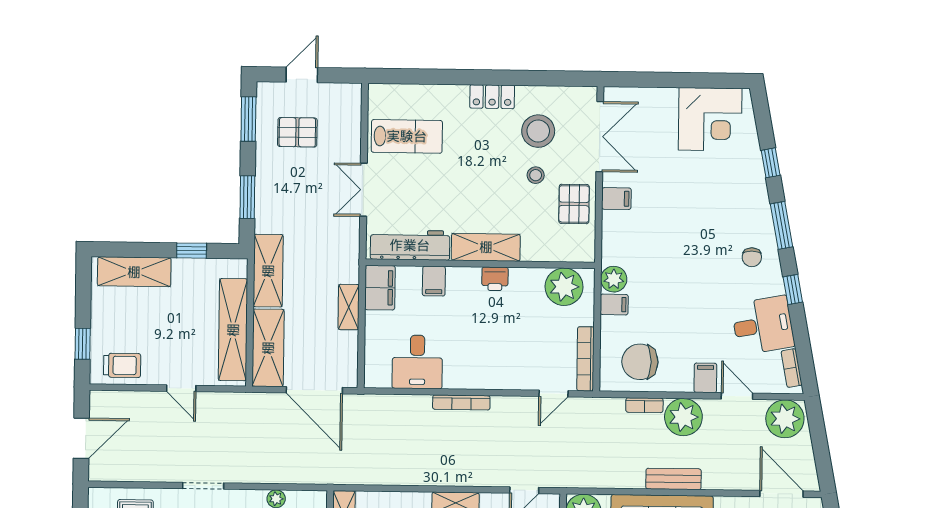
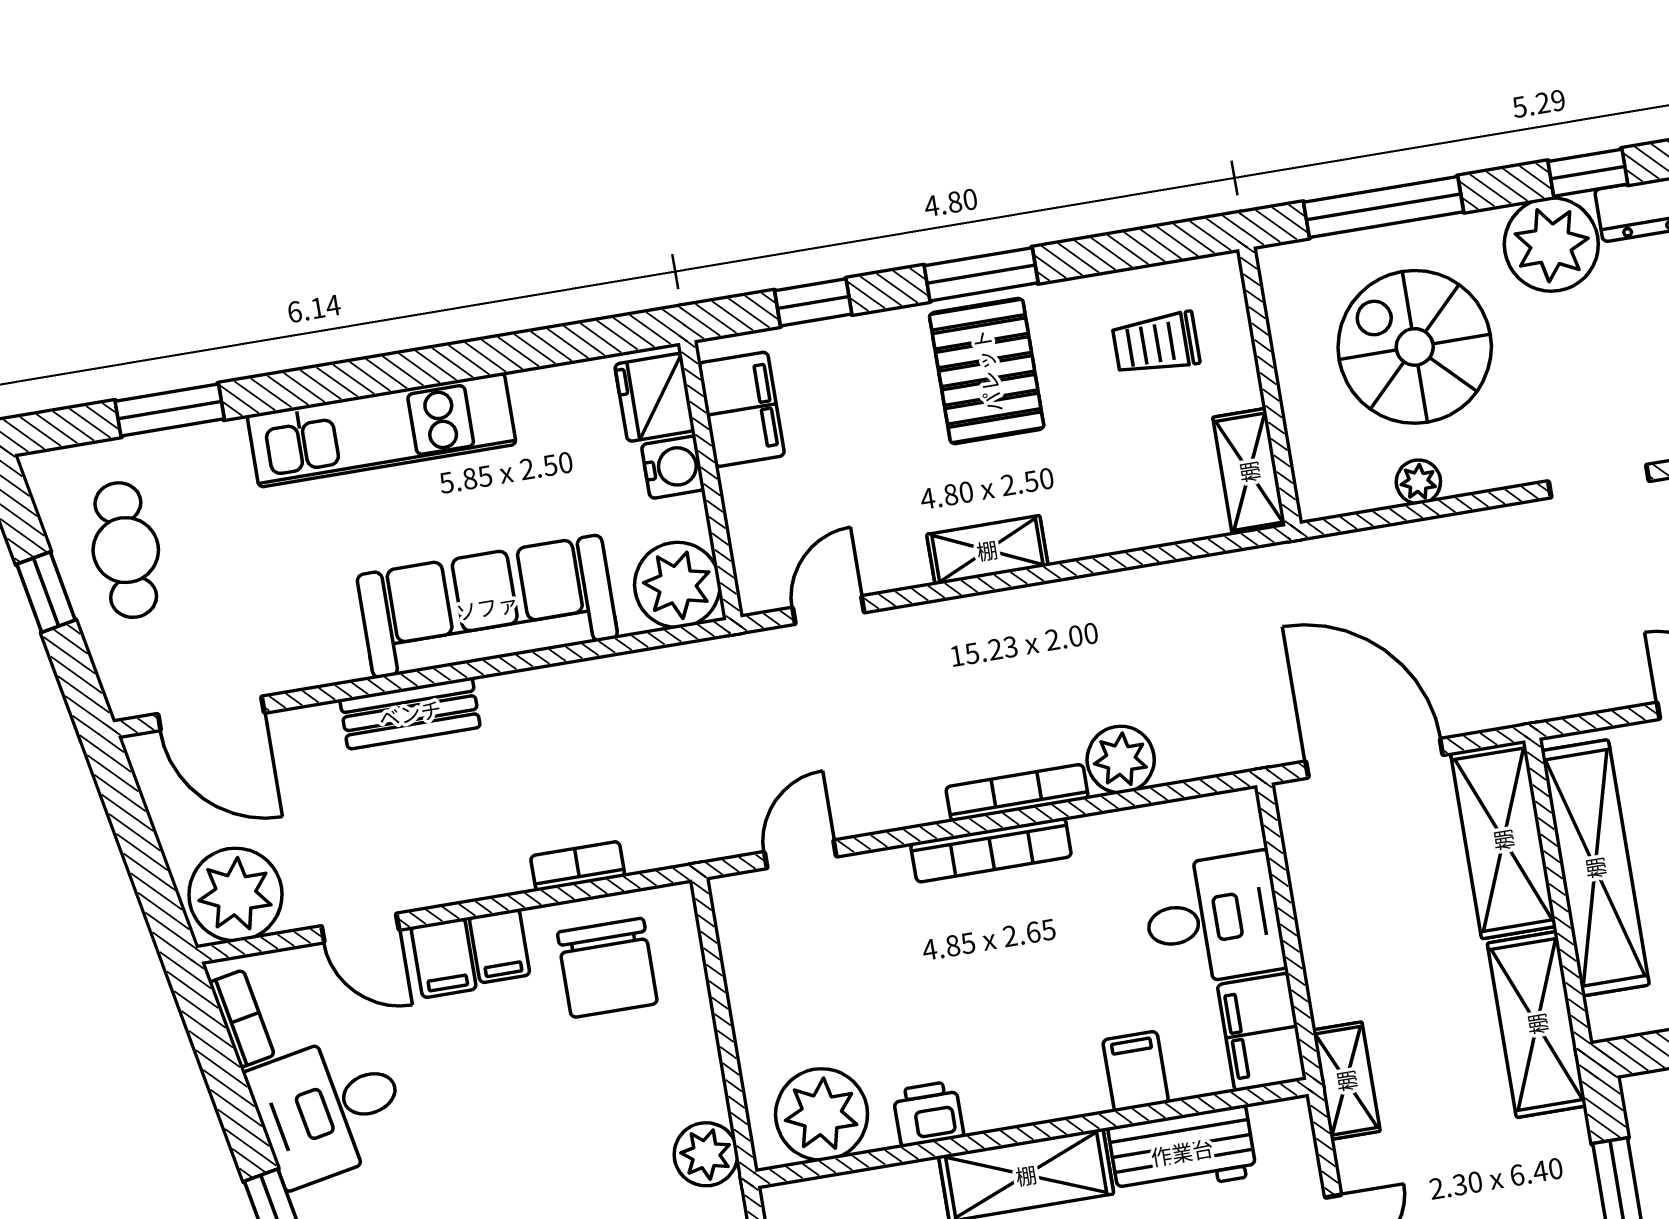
workbench: (410, 245) -> (1182, 1152), width x0.73
printer: (495, 279) -> (928, 1114), moved
filing cabinet: (614, 305) -> (500, 946), moved, turned -90
shelving: (349, 307) -> (1346, 1081), moved
bookcase: (586, 359) -> (991, 850), moved, turned 90
desk: (417, 362) -> (1213, 919), moved, turned 90
chair: (640, 362) -> (607, 968), turned 90
plant: (683, 417) -> (1121, 760), moved, width x0.73, depth x0.73
bench: (674, 479) -> (410, 713), moved

